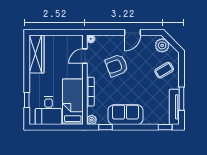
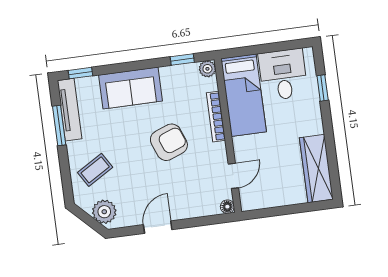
armchair: (117, 66) -> (169, 142), moved
sofa: (125, 115) -> (130, 88), moved

